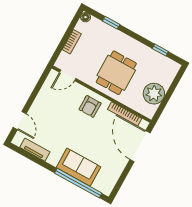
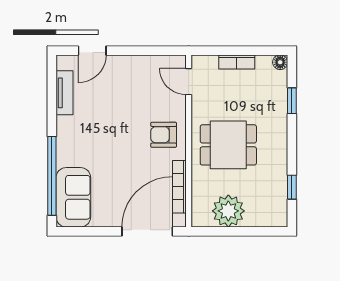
sofa: (78, 167) -> (73, 197), moved

